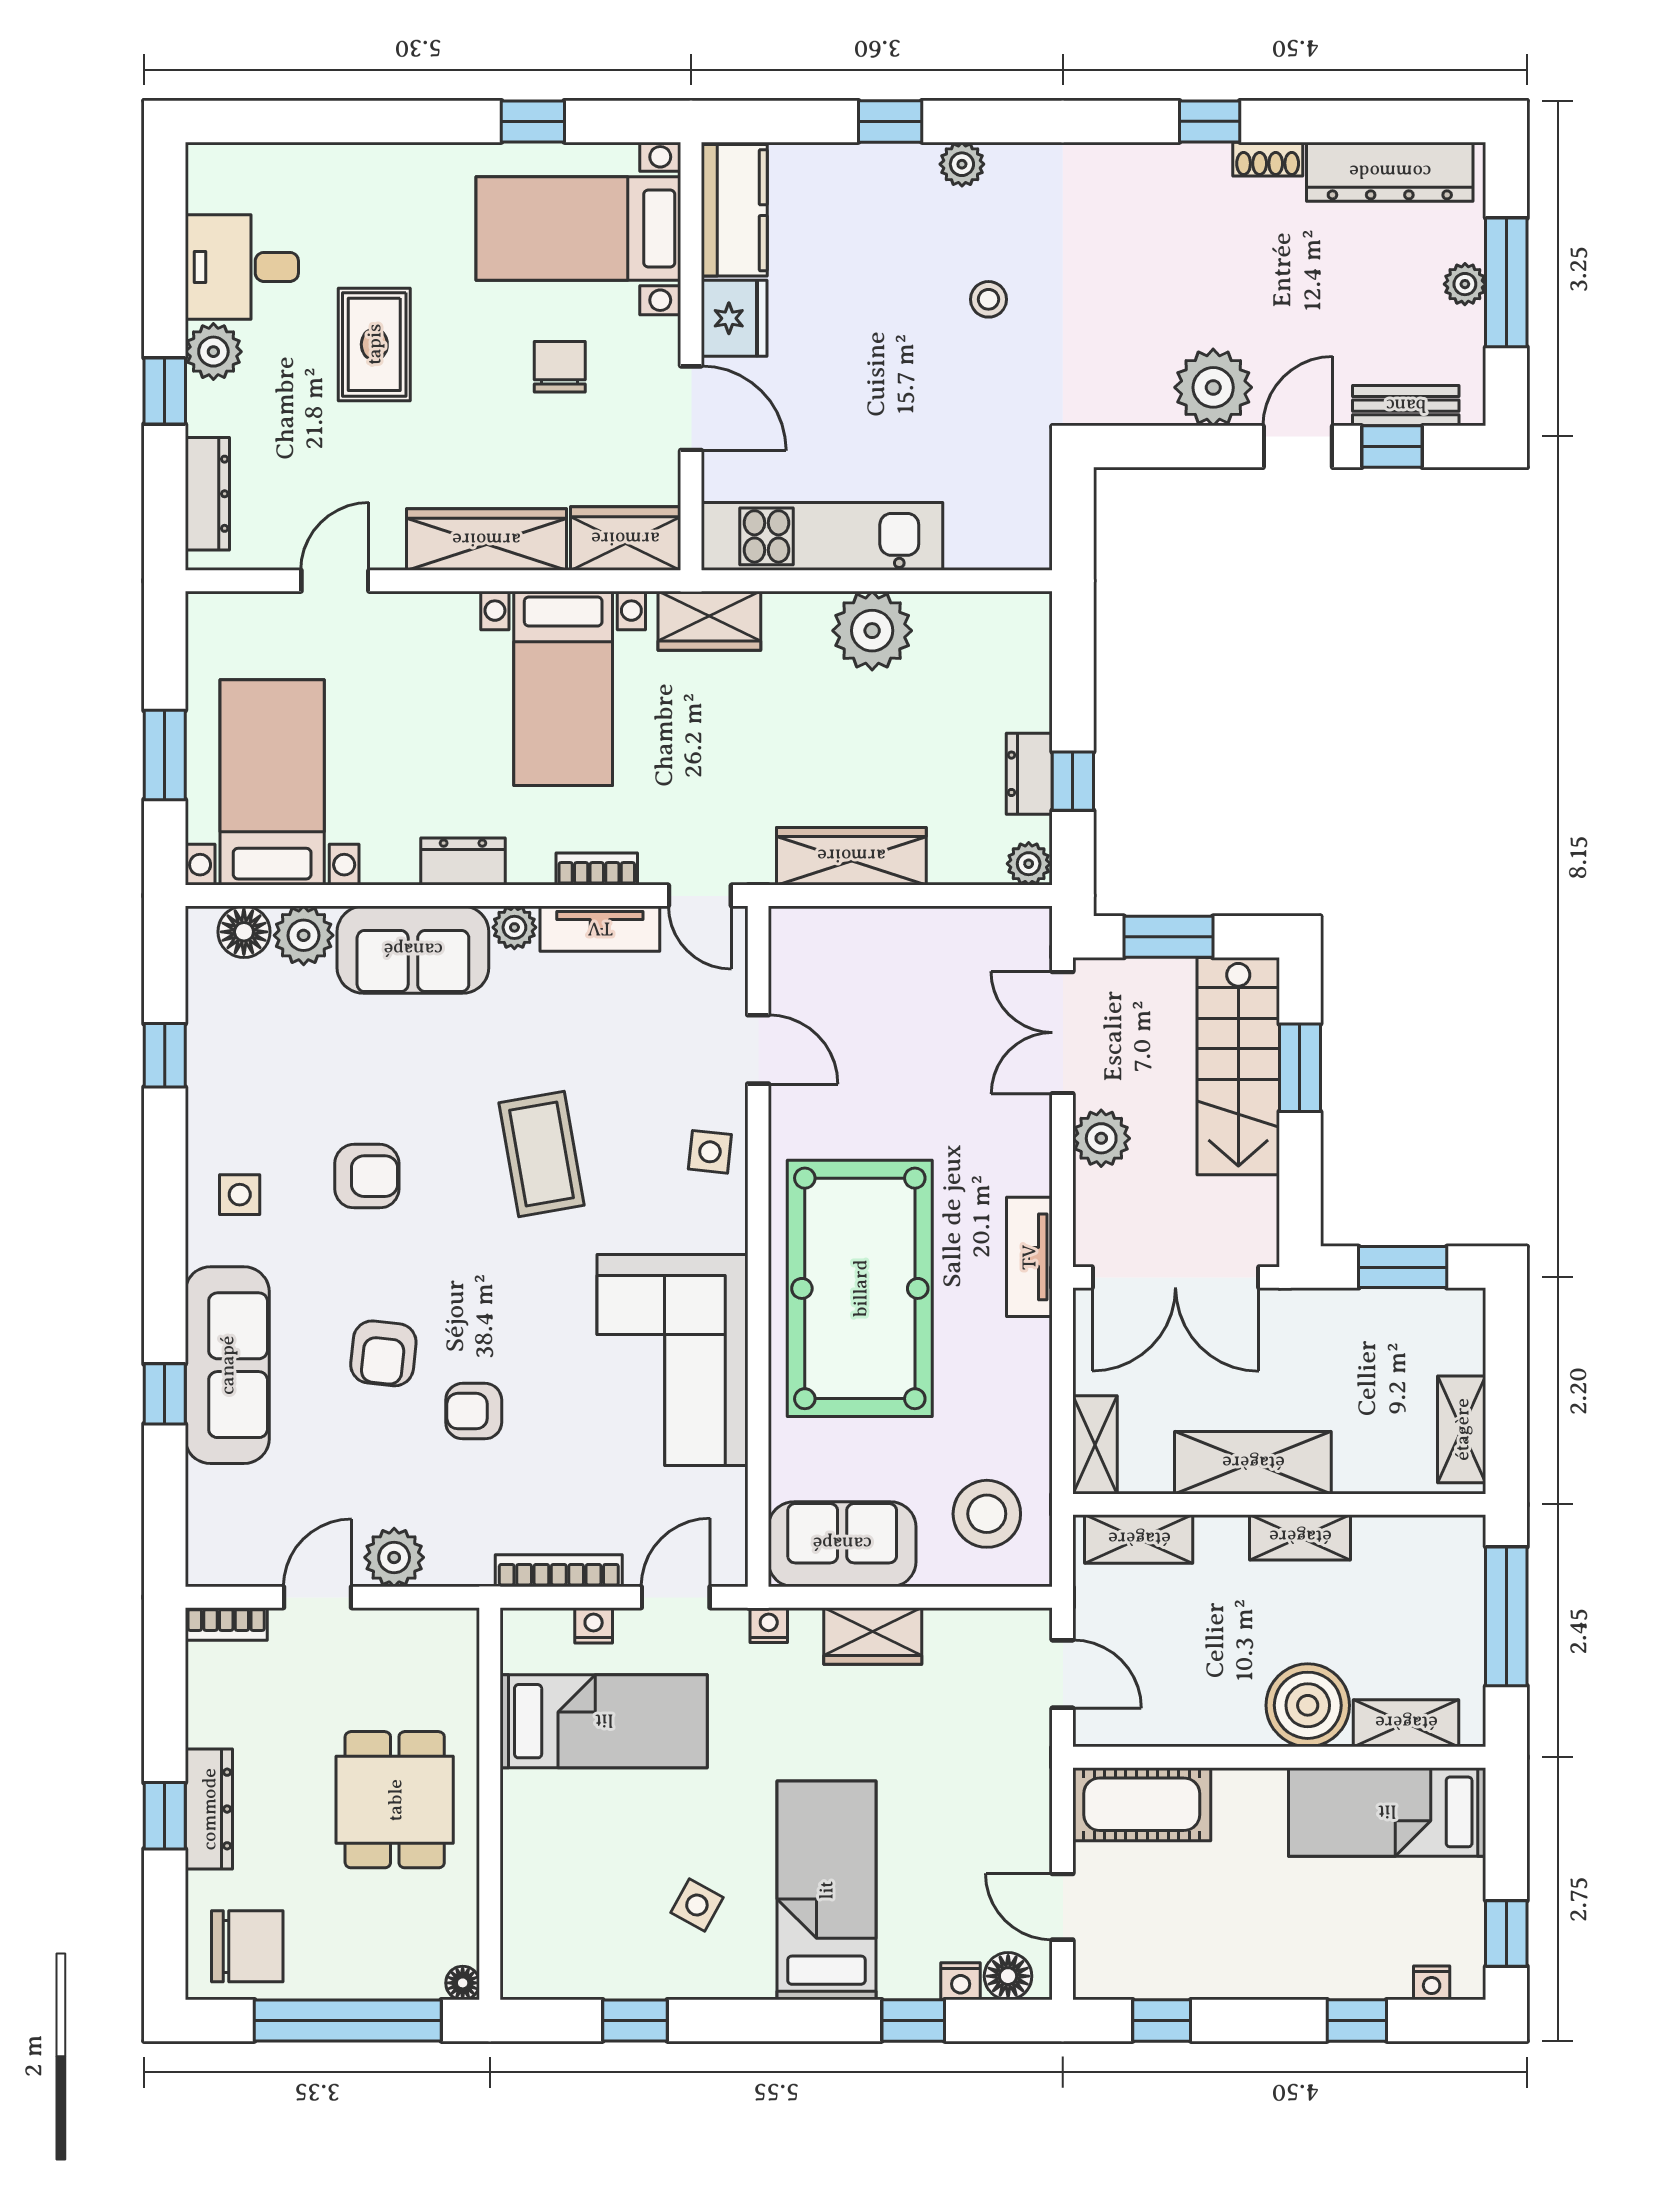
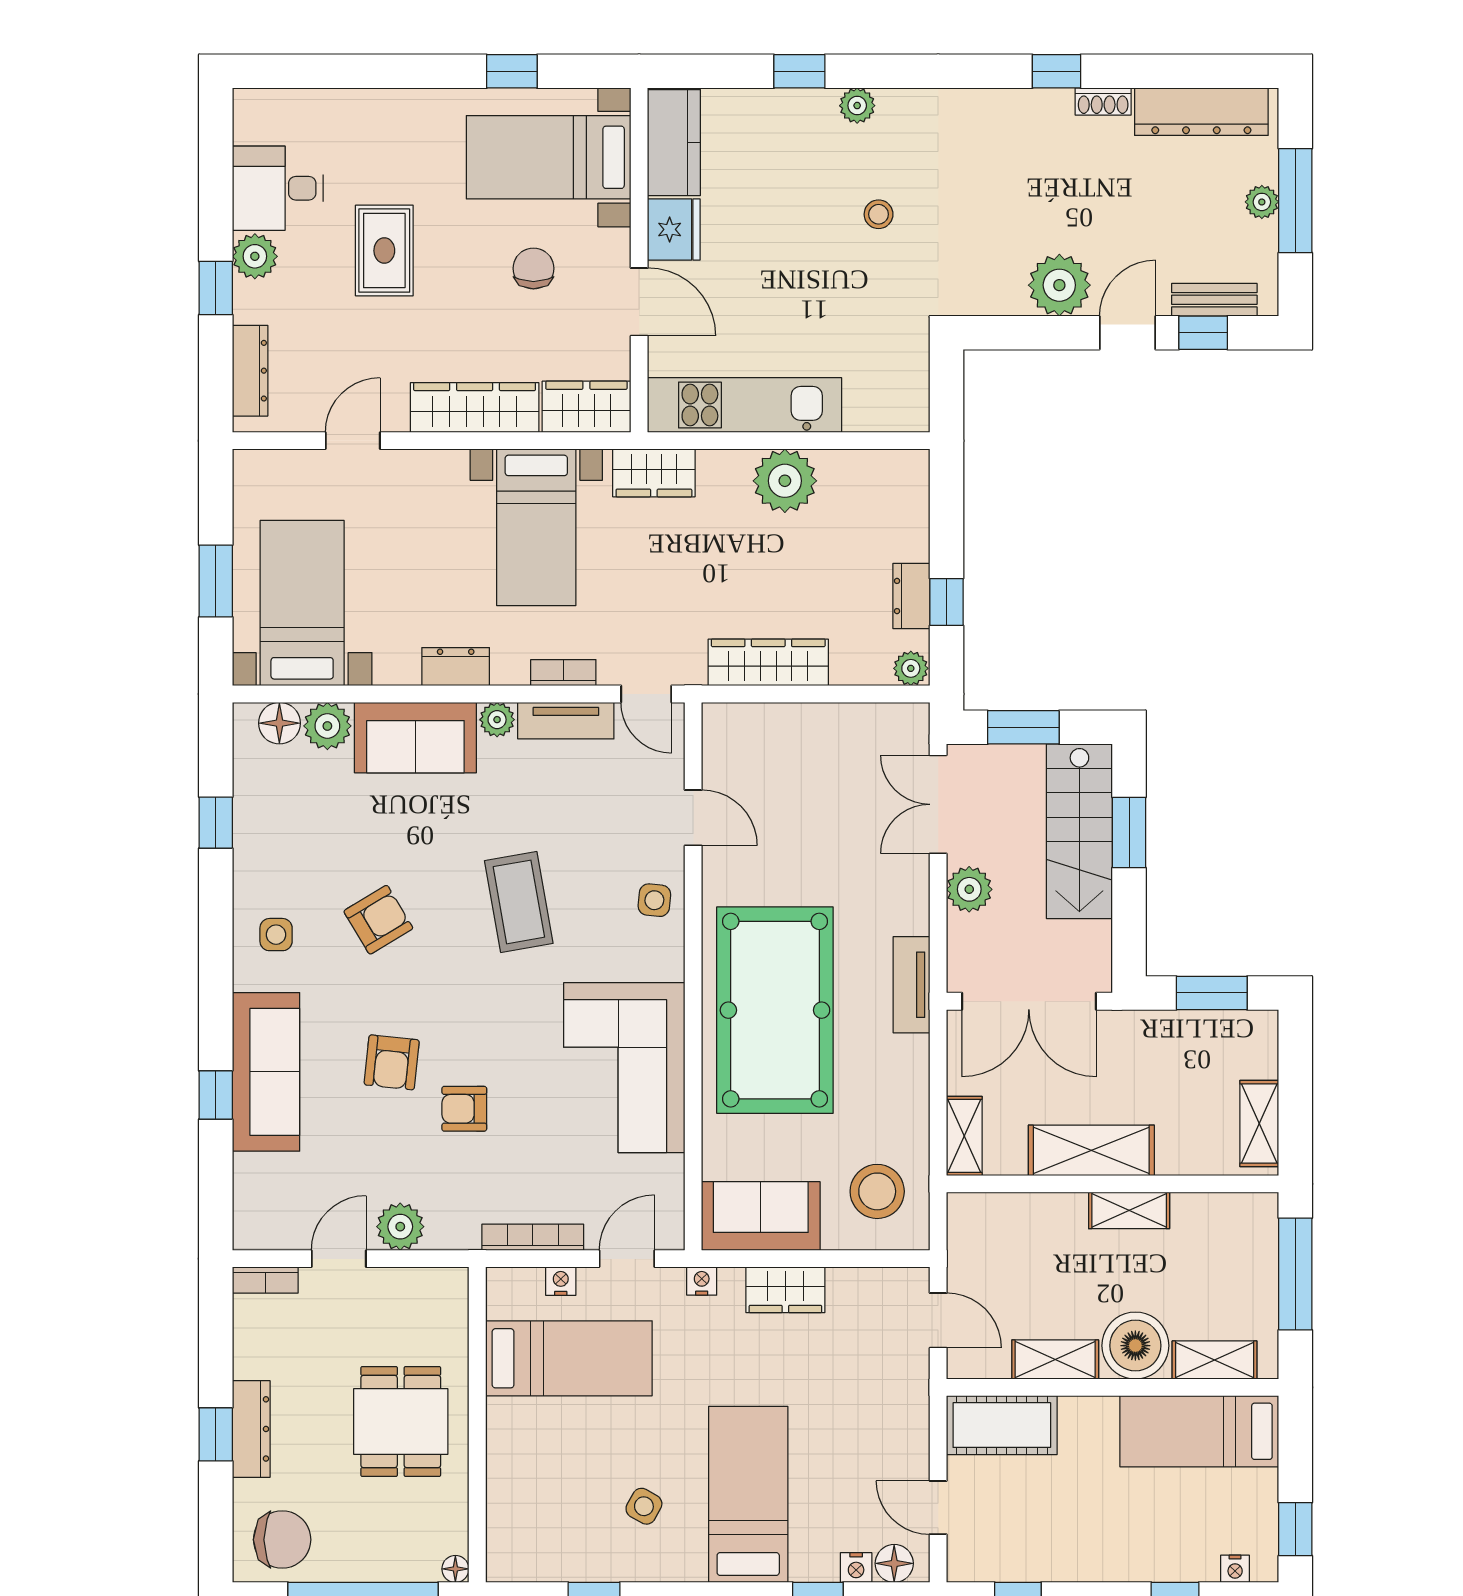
armchair: (367, 1176) -> (378, 920), turned -31
shelving: (1139, 1539) -> (1055, 1360), moved

